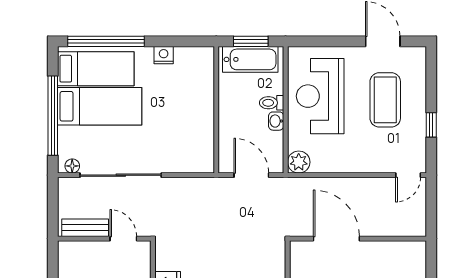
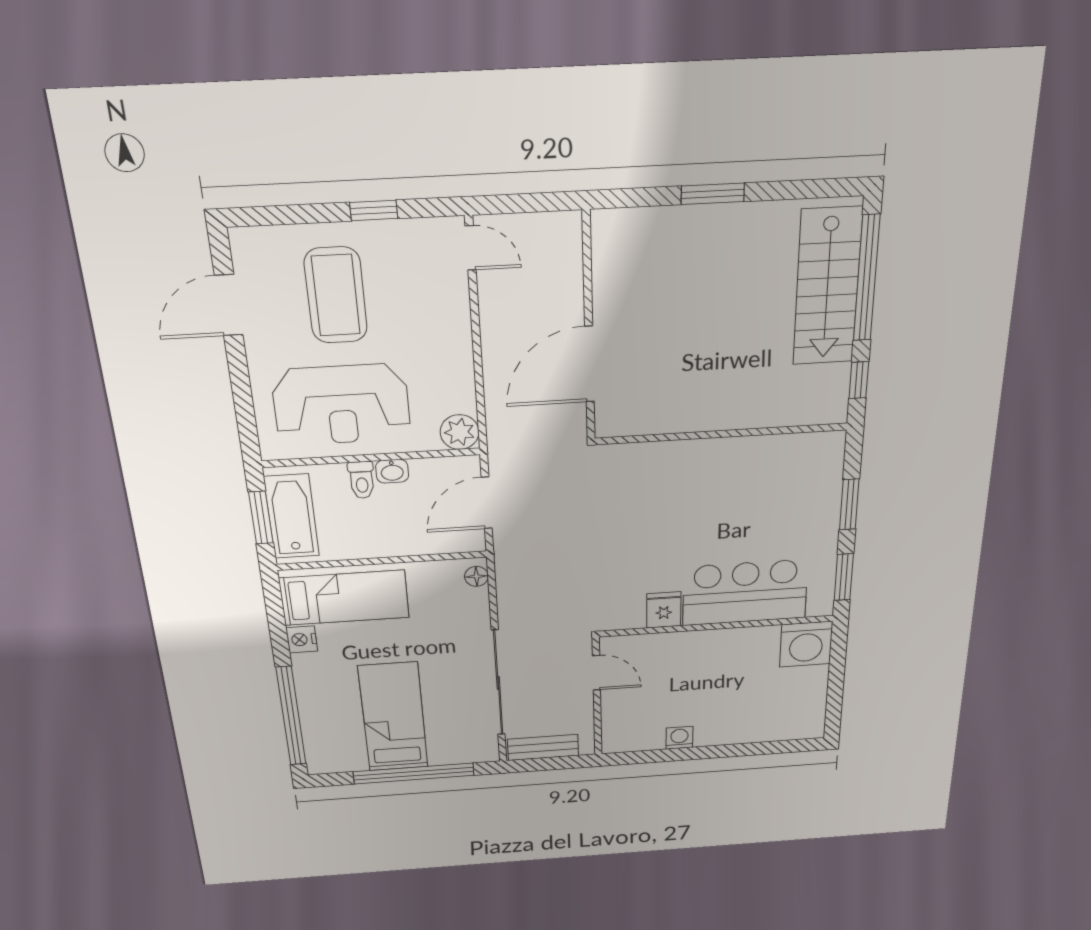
bed: (96, 69) -> (344, 598), moved, turned 90
coffee table: (385, 100) -> (336, 295), turned 90
floor lamp: (72, 166) -> (476, 576), moved
bench: (85, 228) -> (543, 747), moved, turned 90
door: (123, 239) -> (596, 673), swing flipped

